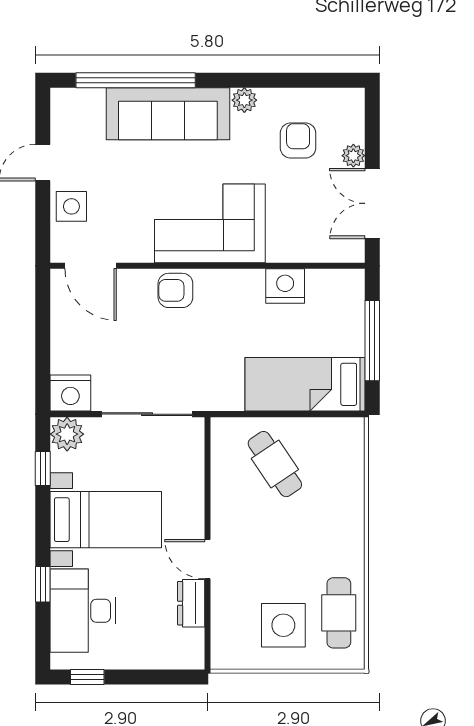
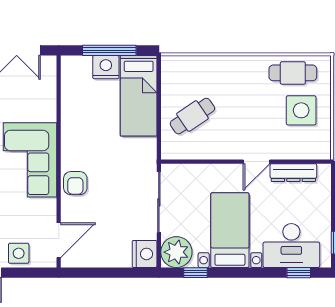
nightstand: (285, 286) -> (106, 67), moved, turned 90
plant: (67, 434) -> (176, 252), width x1.36, depth x1.36
window: (43, 584) -> (299, 273), moved
dresser: (191, 603) -> (293, 173), width x1.44

